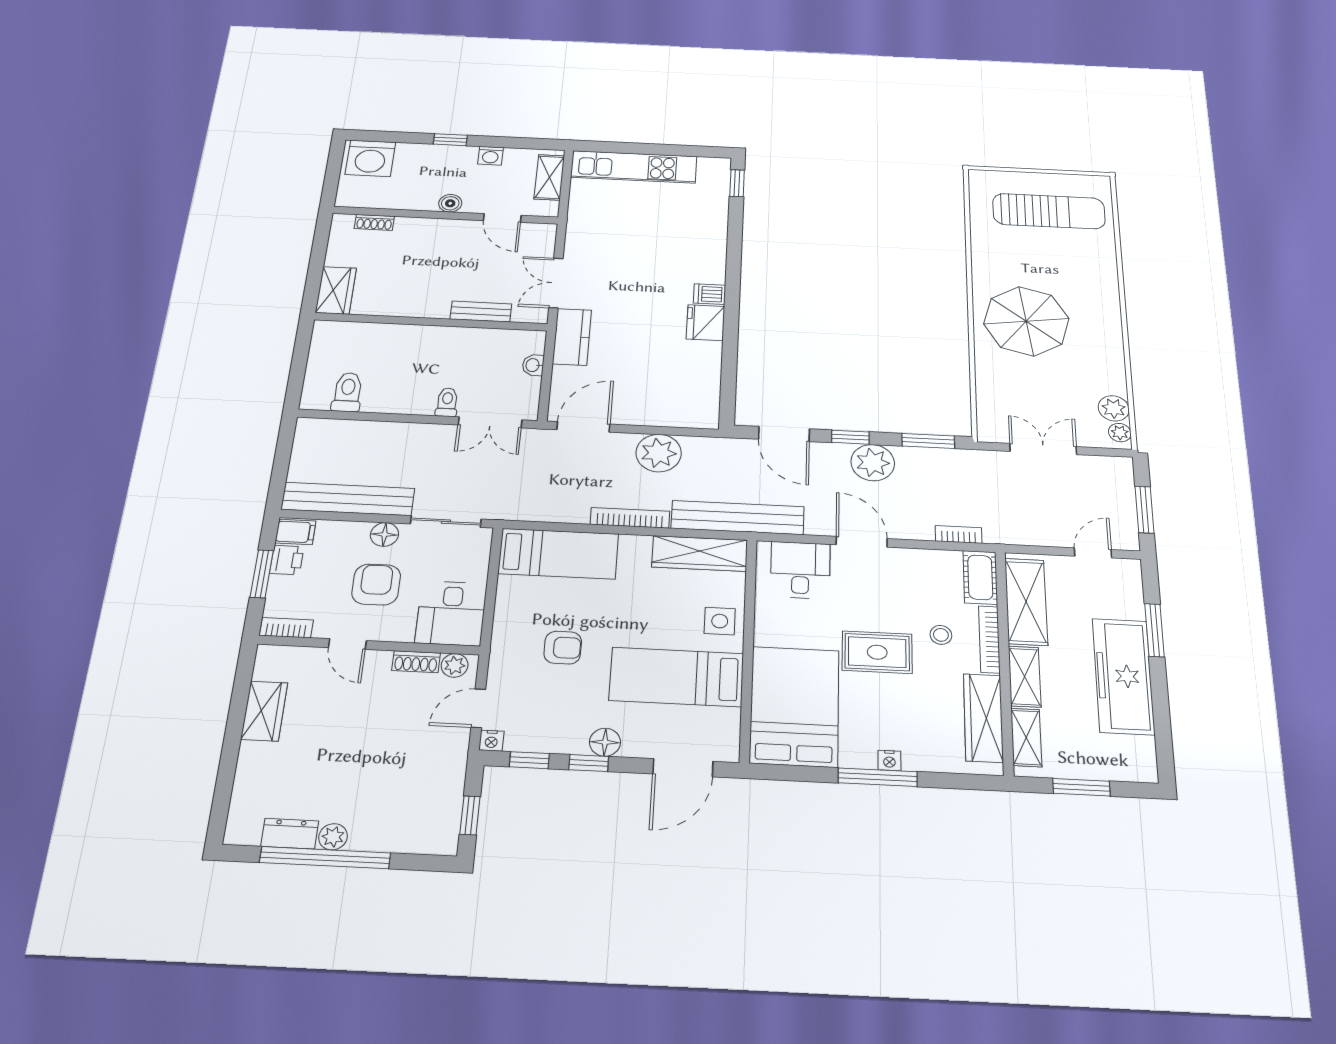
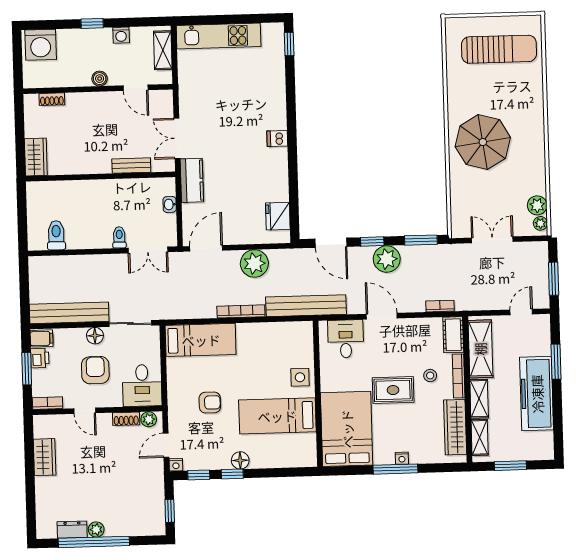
fridge: (706, 323) -> (278, 216), moved
wardrobe: (700, 554) -> (285, 333), removed
door: (683, 768) -> (286, 472), removed

